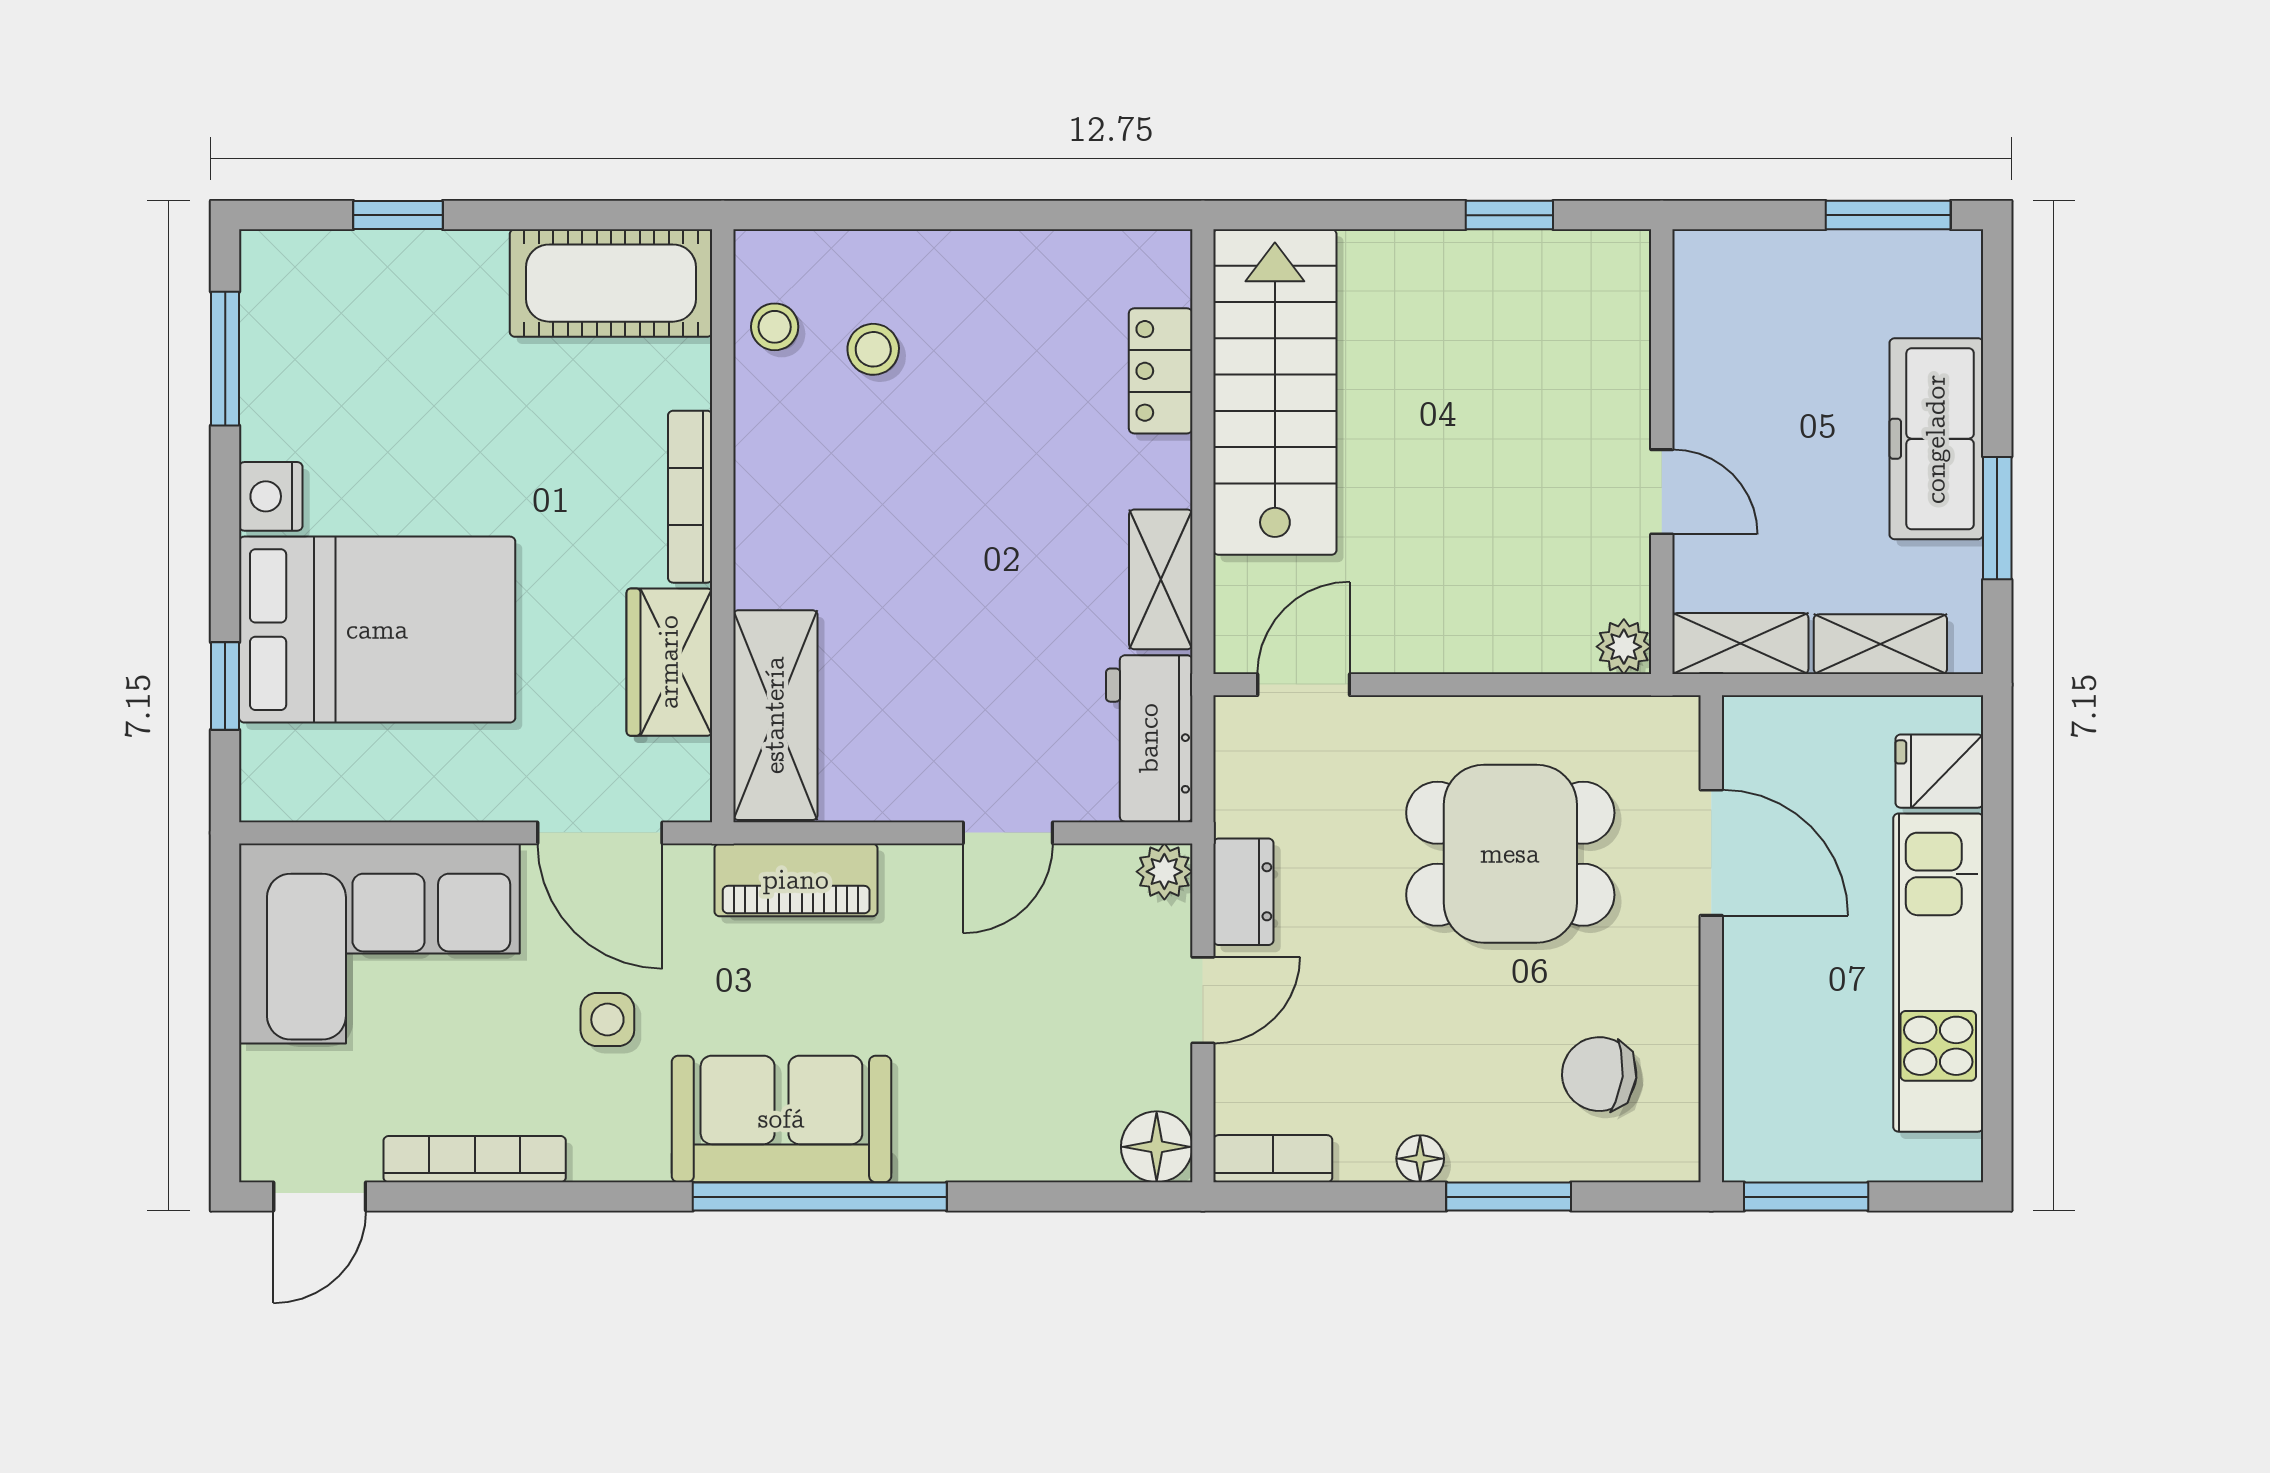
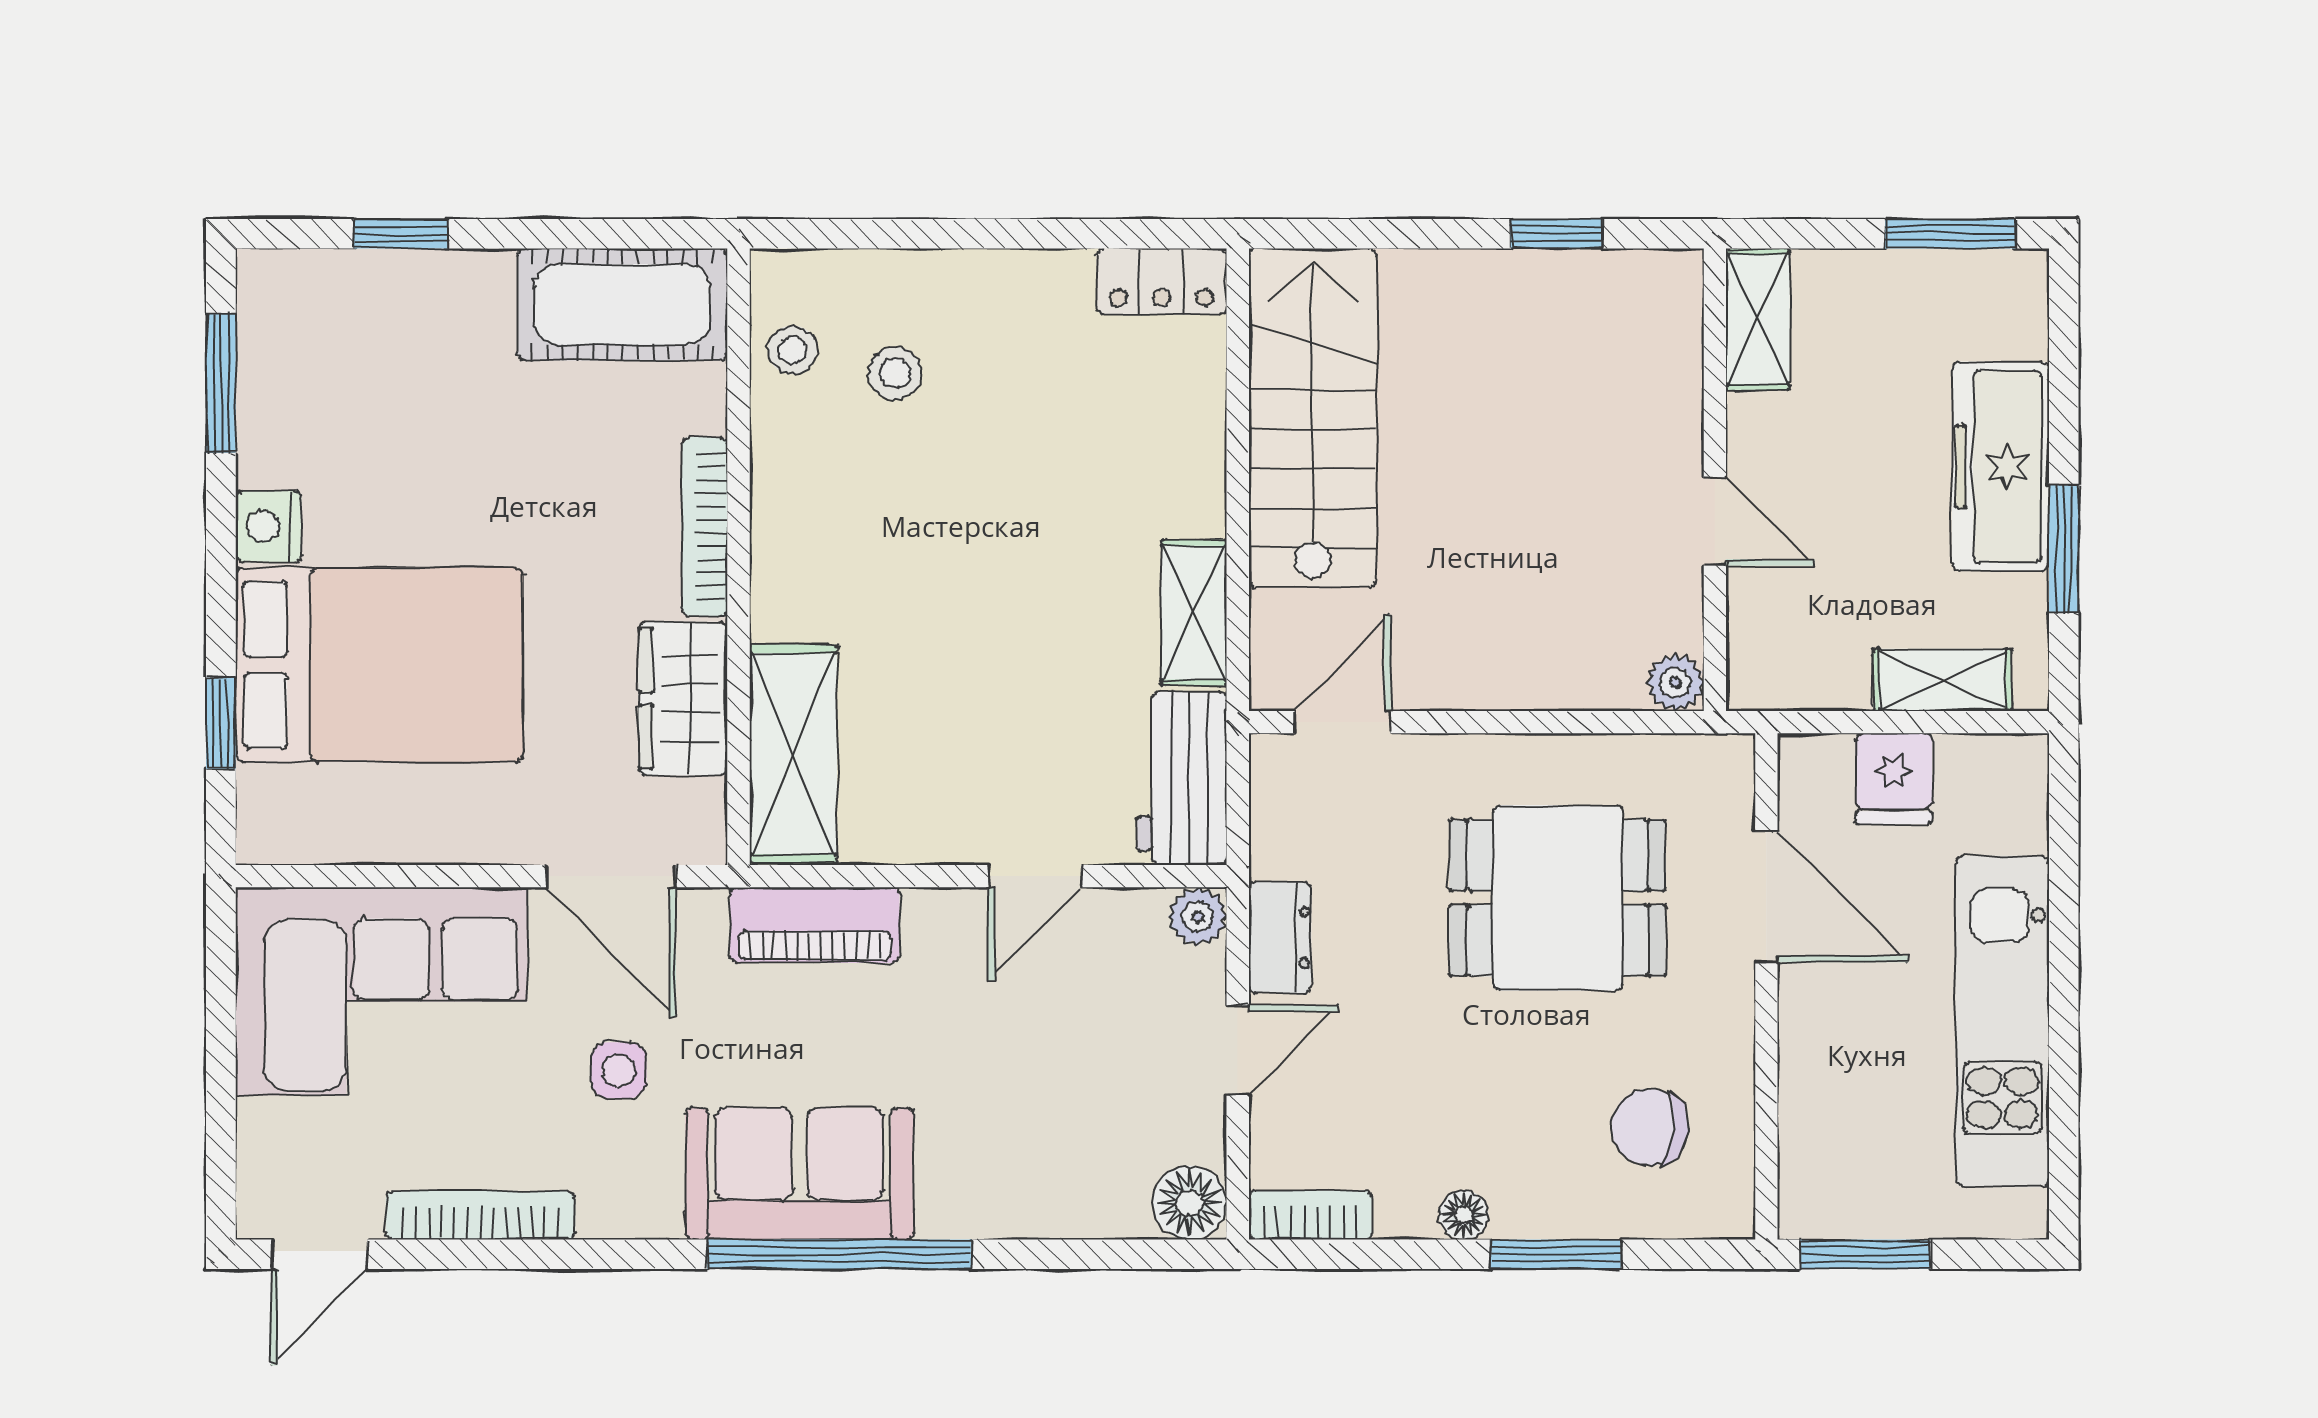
locker: (1161, 371) -> (1162, 281), moved, turned -90
shelving: (1740, 643) -> (1758, 319), moved, turned 90
fridge: (1939, 771) -> (1894, 779), moved, turned -90

